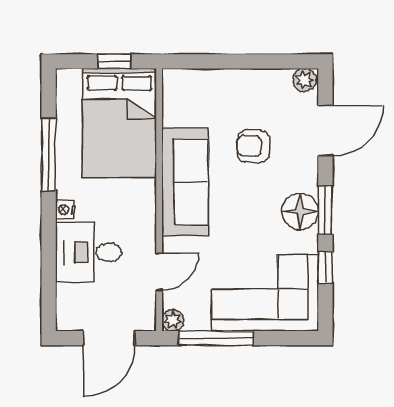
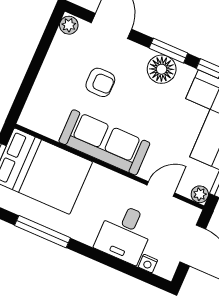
armchair: (253, 146) -> (100, 82), turned -93
nightstand: (65, 210) -> (148, 264), moved
door: (159, 272) -> (161, 189), hinge flipped

